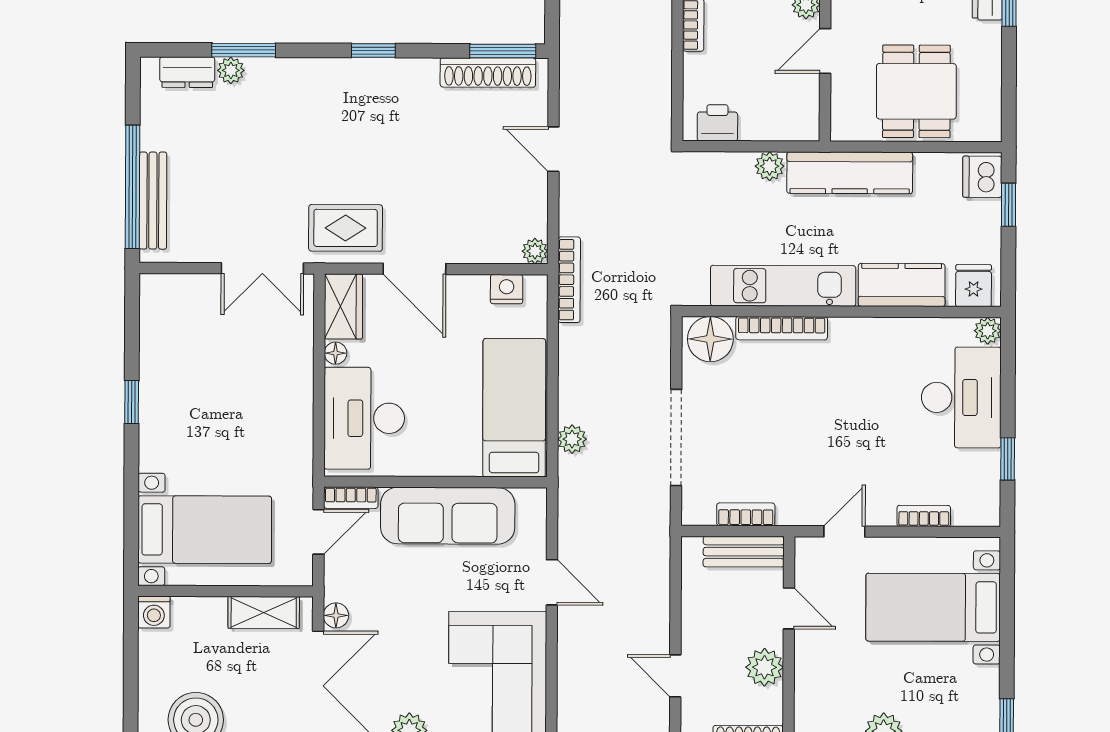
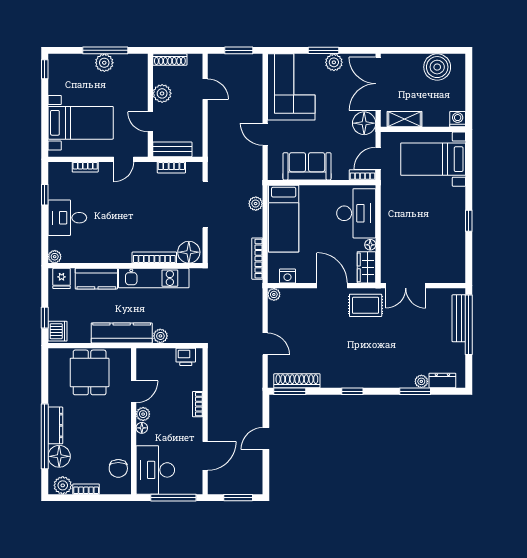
double door: (262, 268) -> (406, 286), swing flipped
bookcase: (569, 280) -> (257, 259), moved
desk: (961, 397) -> (67, 218), width x0.73
sofa: (448, 516) -> (307, 166), width x0.73
floor lamp: (336, 615) -> (364, 123), width x1.89, depth x1.89

